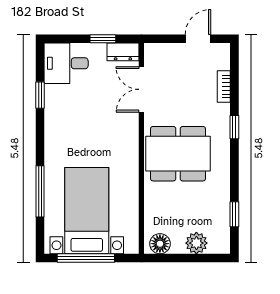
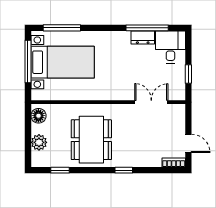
dresser: (123, 52) -> (143, 38), moved, turned -90
bookcase: (224, 87) -> (174, 162), moved
window: (40, 95) -> (147, 28), width x2.17
dining table: (178, 154) -> (91, 140), moved
window: (40, 191) -> (62, 28), moved

